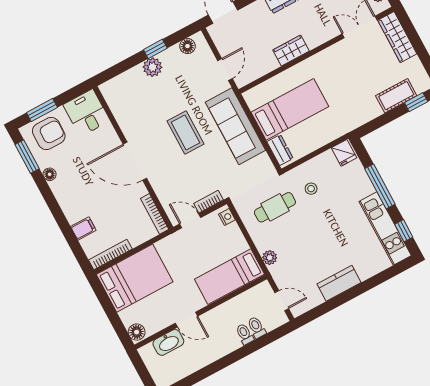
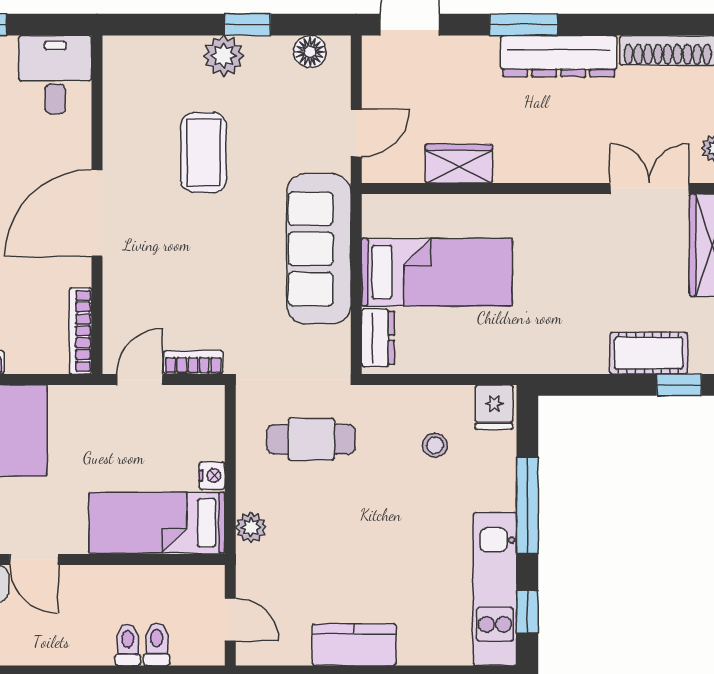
wardrobe: (291, 51) -> (459, 164), moved
coffee table: (186, 132) -> (204, 152), moved
door: (135, 161) -> (97, 213), hinge flipped
stool: (311, 189) -> (435, 445), moved
nightstand: (227, 217) -> (212, 476), moved
door: (190, 221) -> (140, 379), hinge flipped

